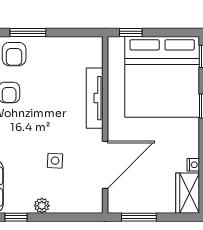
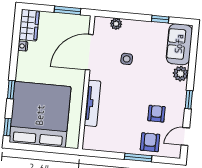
window: (131, 32) -> (60, 150), removed
plant: (42, 206) -> (116, 24), moved

